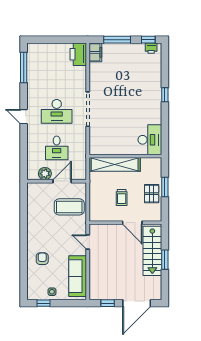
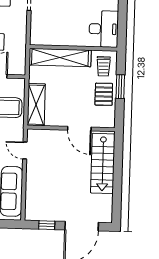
trolley: (122, 197) -> (104, 66), moved
shelving: (96, 204) -> (36, 105), added
window: (165, 260) -> (118, 175), removed

